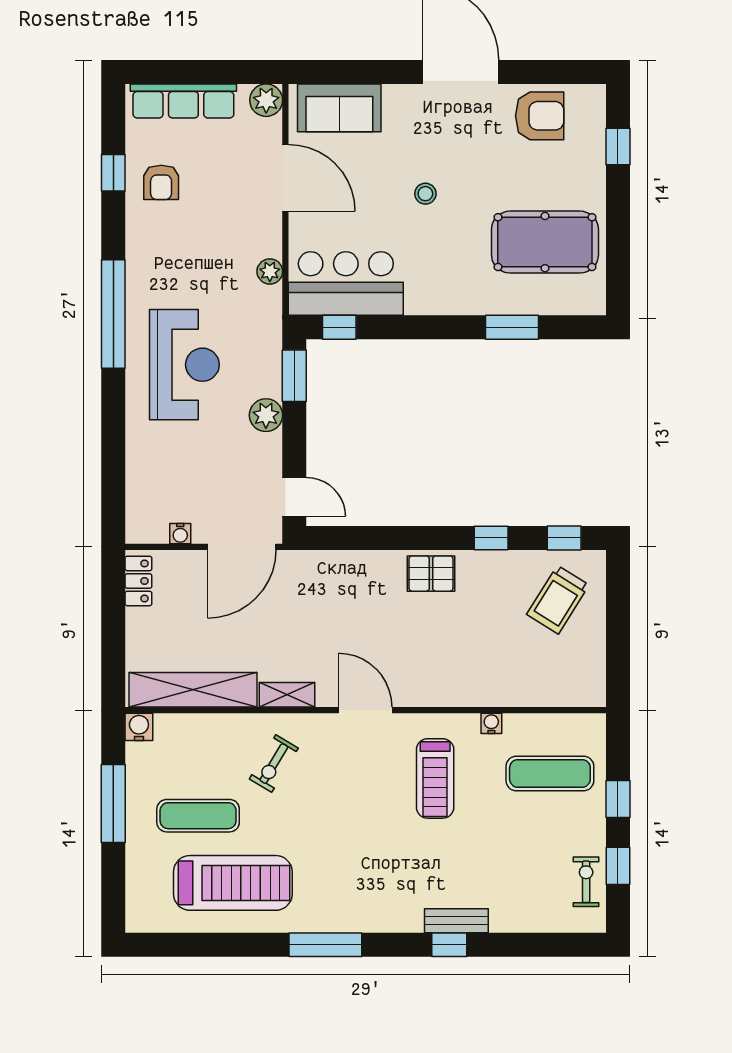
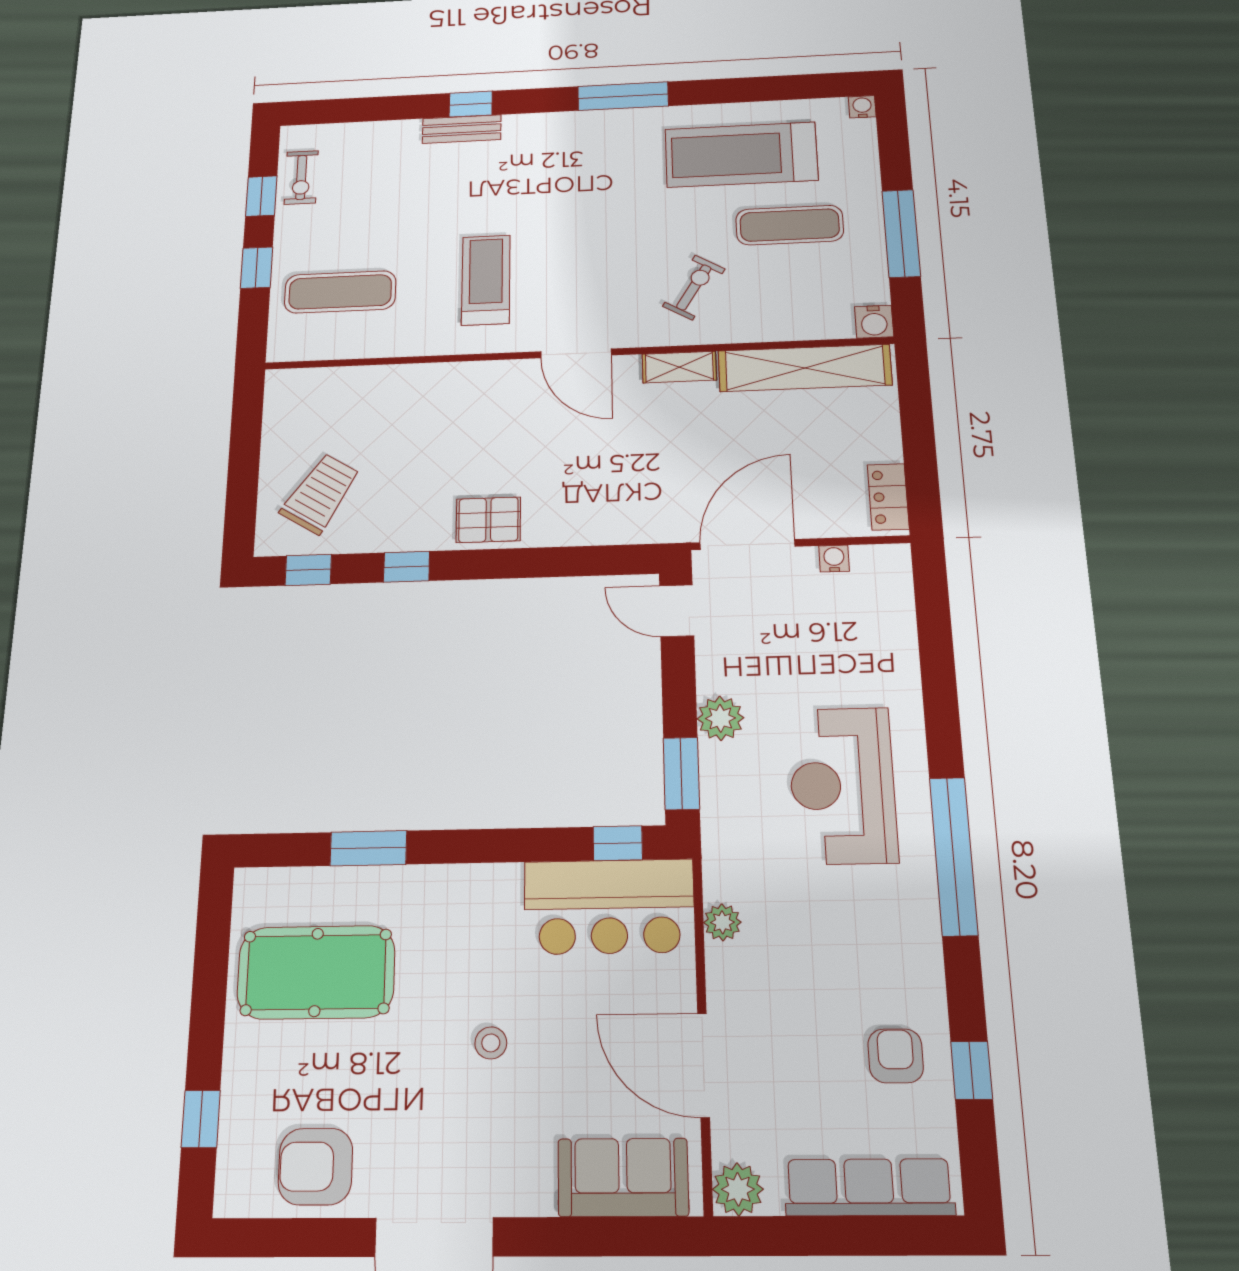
water cooler: (491, 723) -> (862, 107), moved, turned 180

